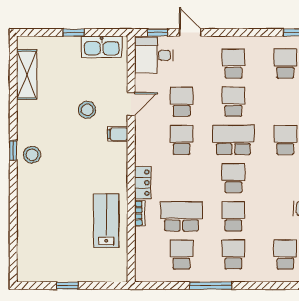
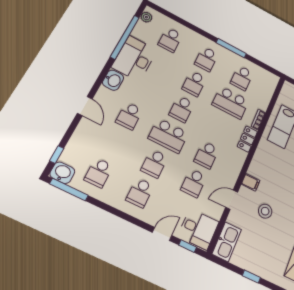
door: (190, 33) -> (162, 234), swing flipped
kitchen sink: (102, 47) -> (227, 242), moved, turned 90

